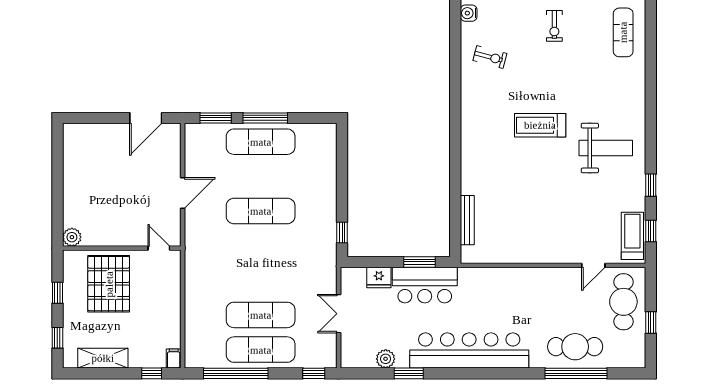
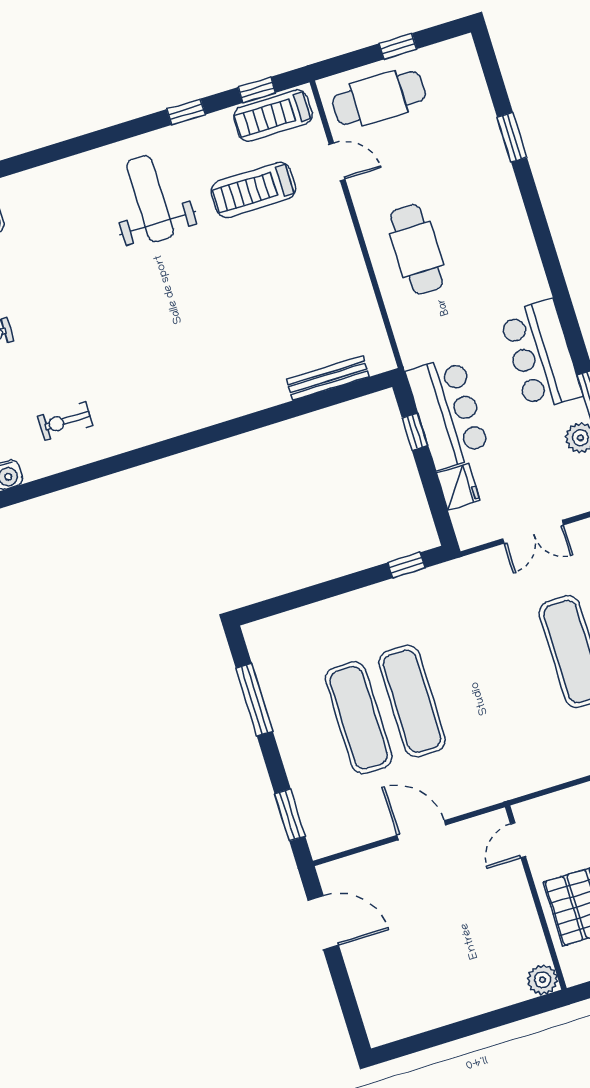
exercise bike: (490, 57) -> (65, 421), turned -105
window: (265, 118) -> (254, 700), moved
treadmill: (540, 125) -> (253, 190), moved, turned 90
exercise mat: (261, 142) -> (359, 718), moved
window: (419, 262) -> (415, 432), width x0.67
cafe table: (575, 347) -> (417, 249), moved
bar counter: (469, 350) -> (541, 355), width x0.54
window: (576, 373) -> (512, 137), width x0.47

